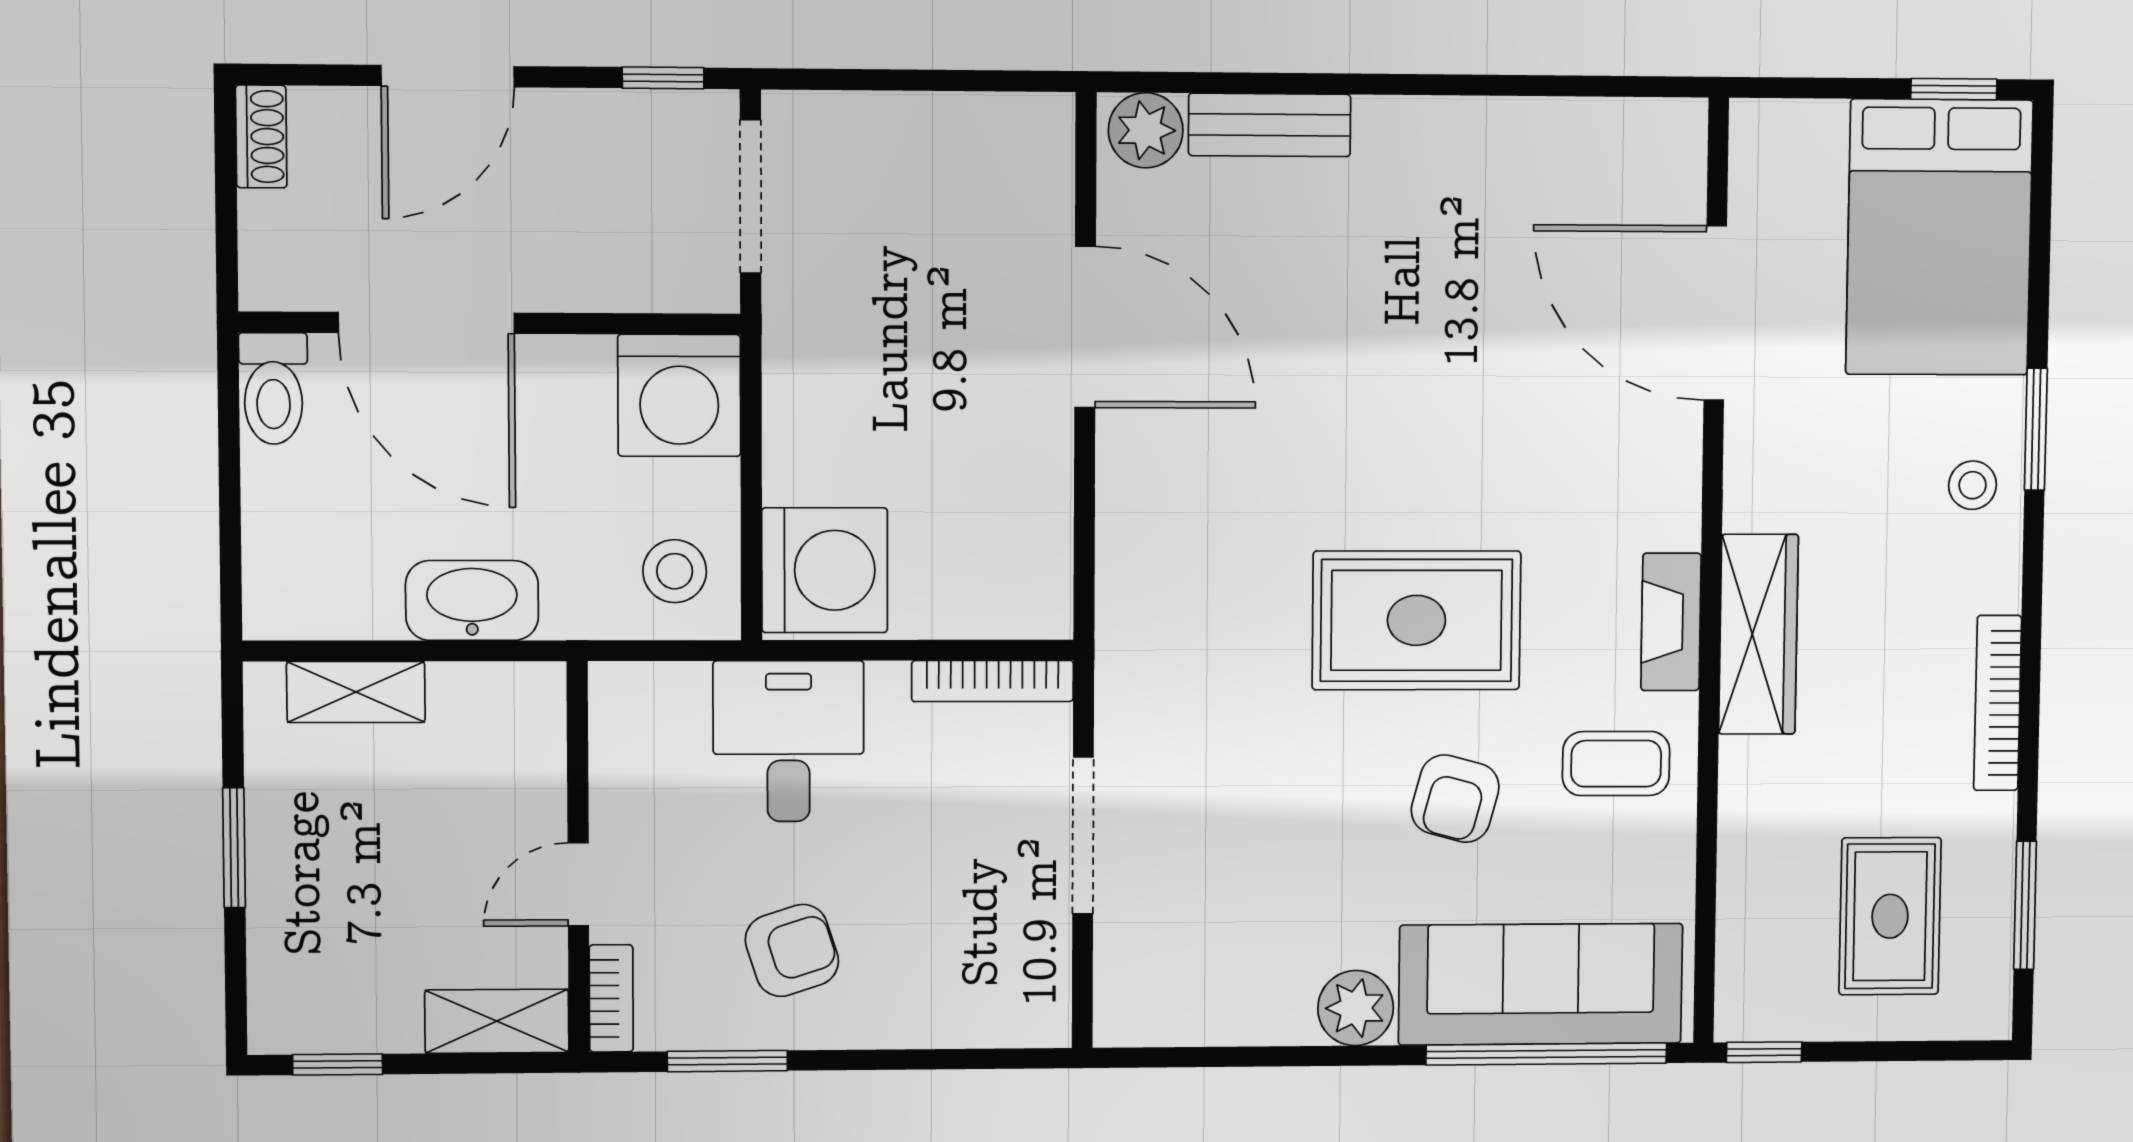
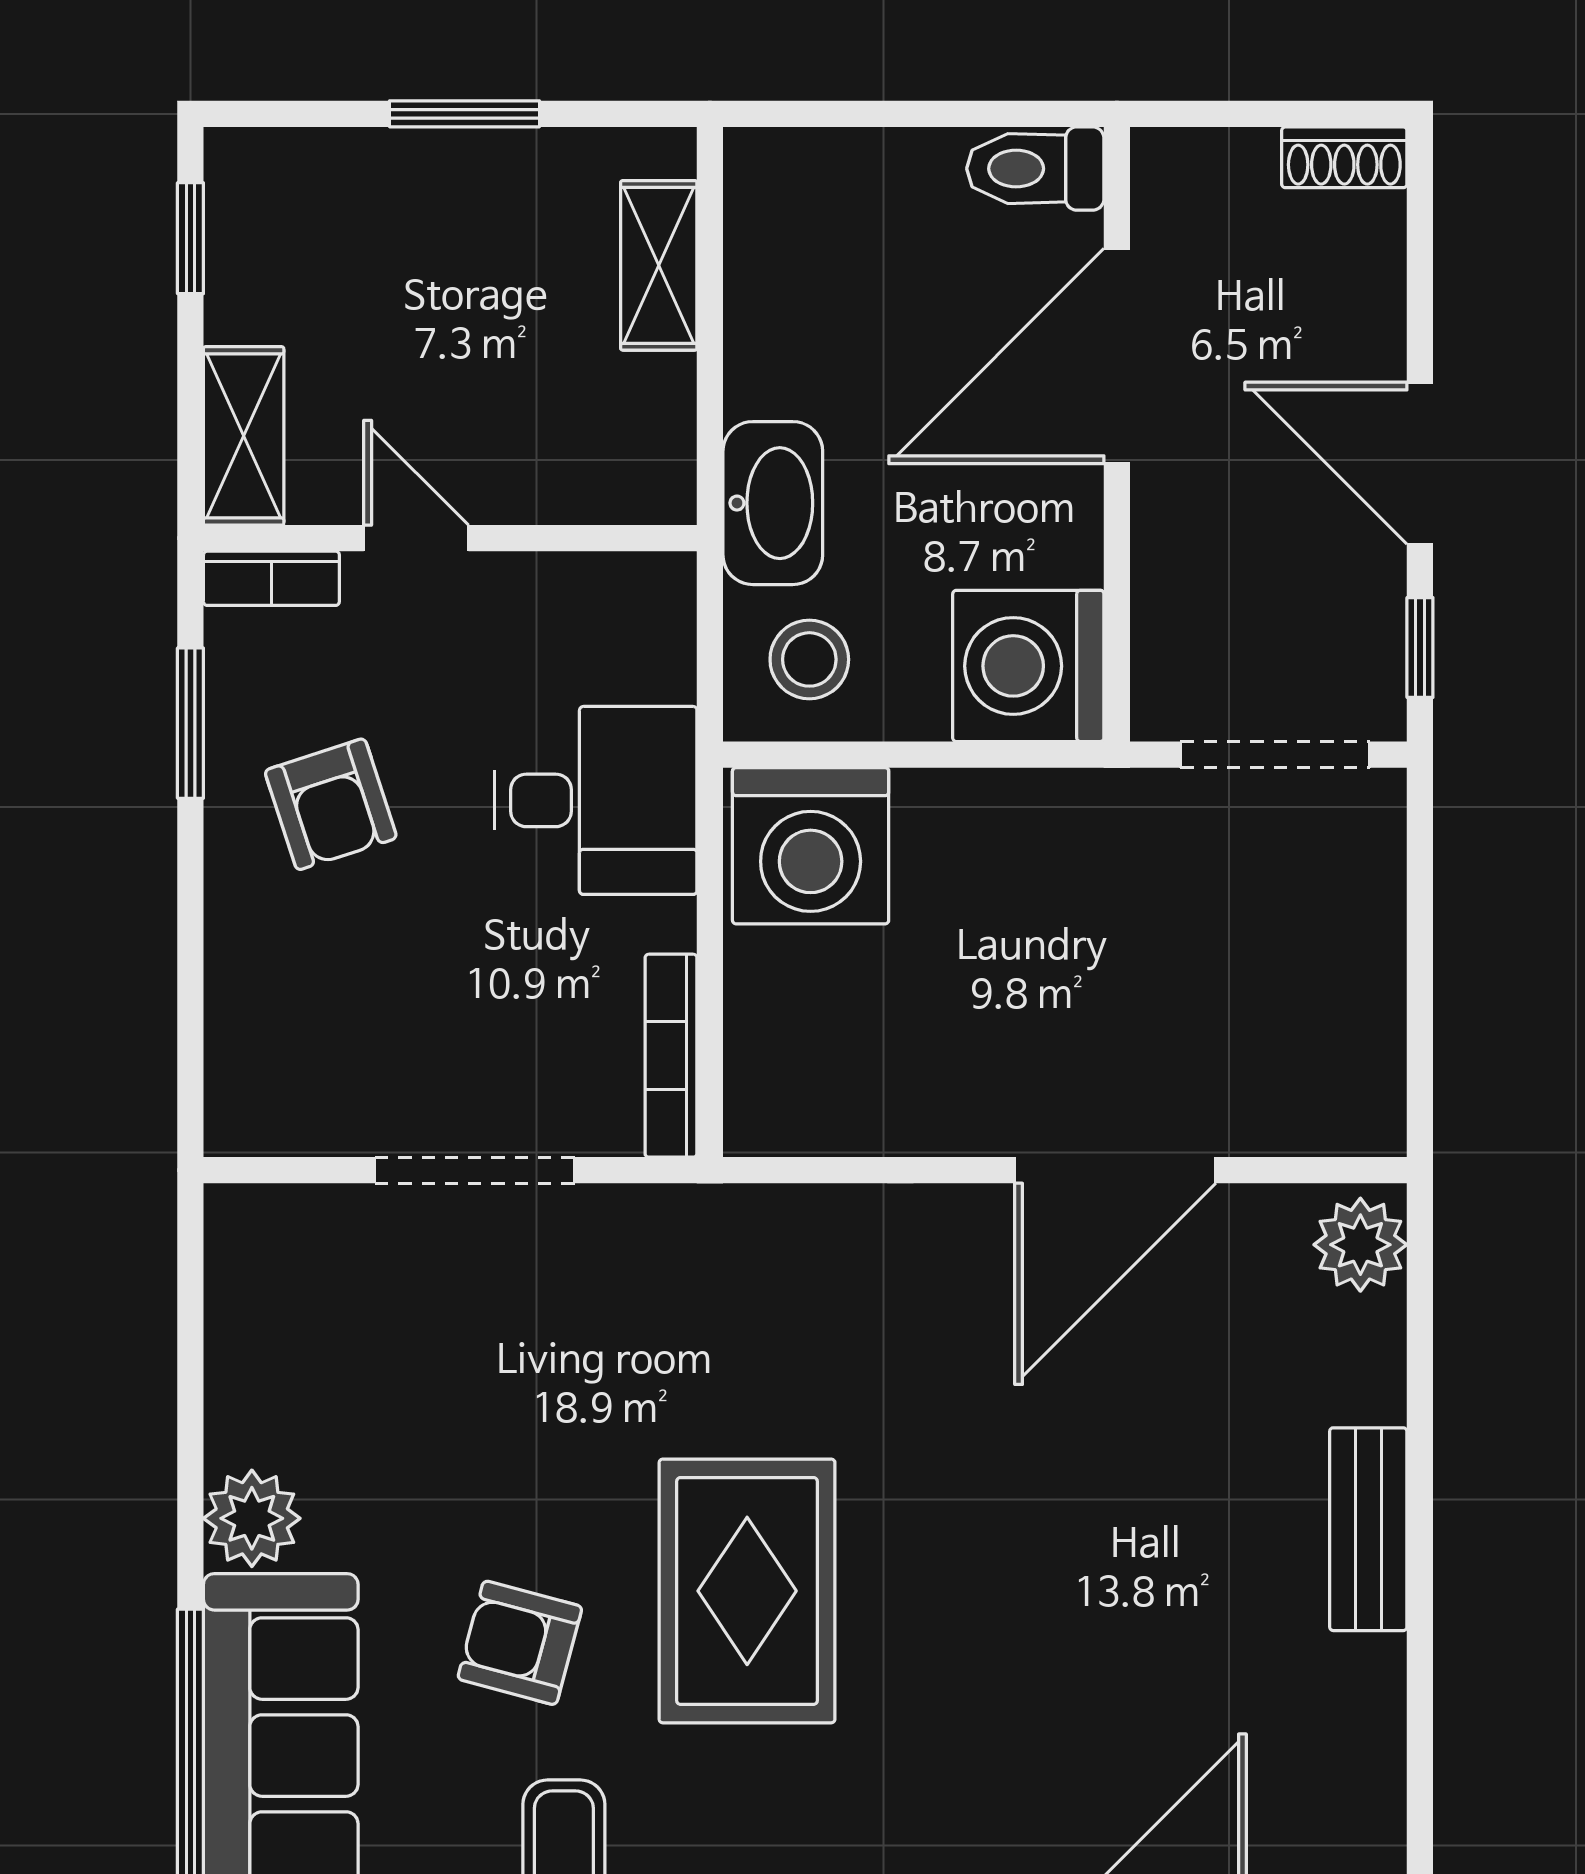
door: (448, 76) -> (1420, 463), moved
bench: (1270, 125) -> (1368, 1529), moved
washbasin: (472, 600) -> (773, 503), moved

